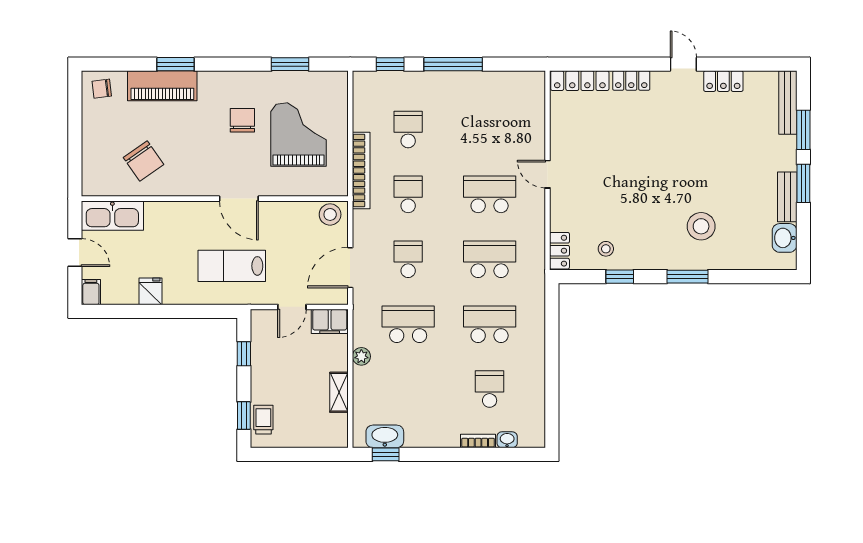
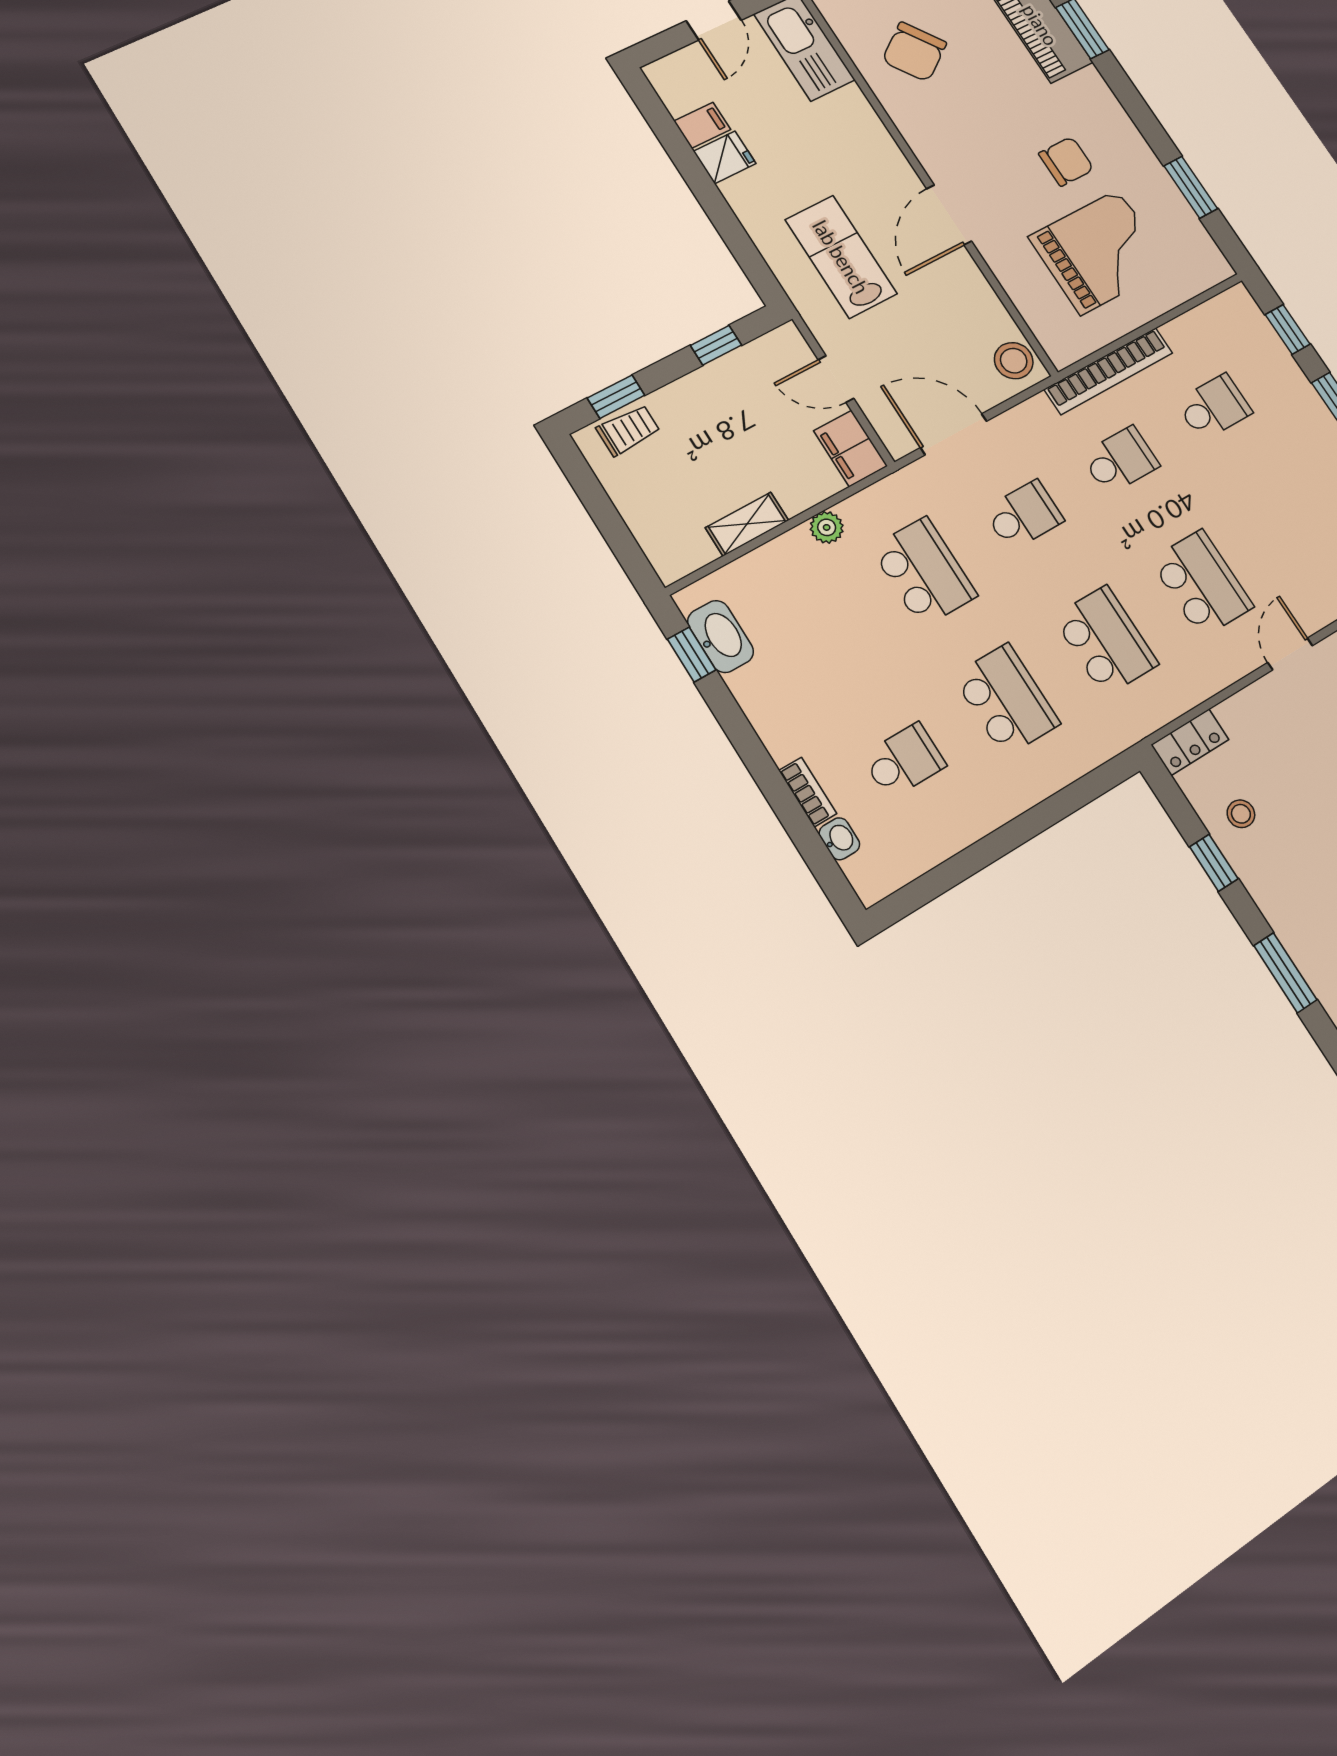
filing cabinet: (91, 292) -> (702, 125), moved

